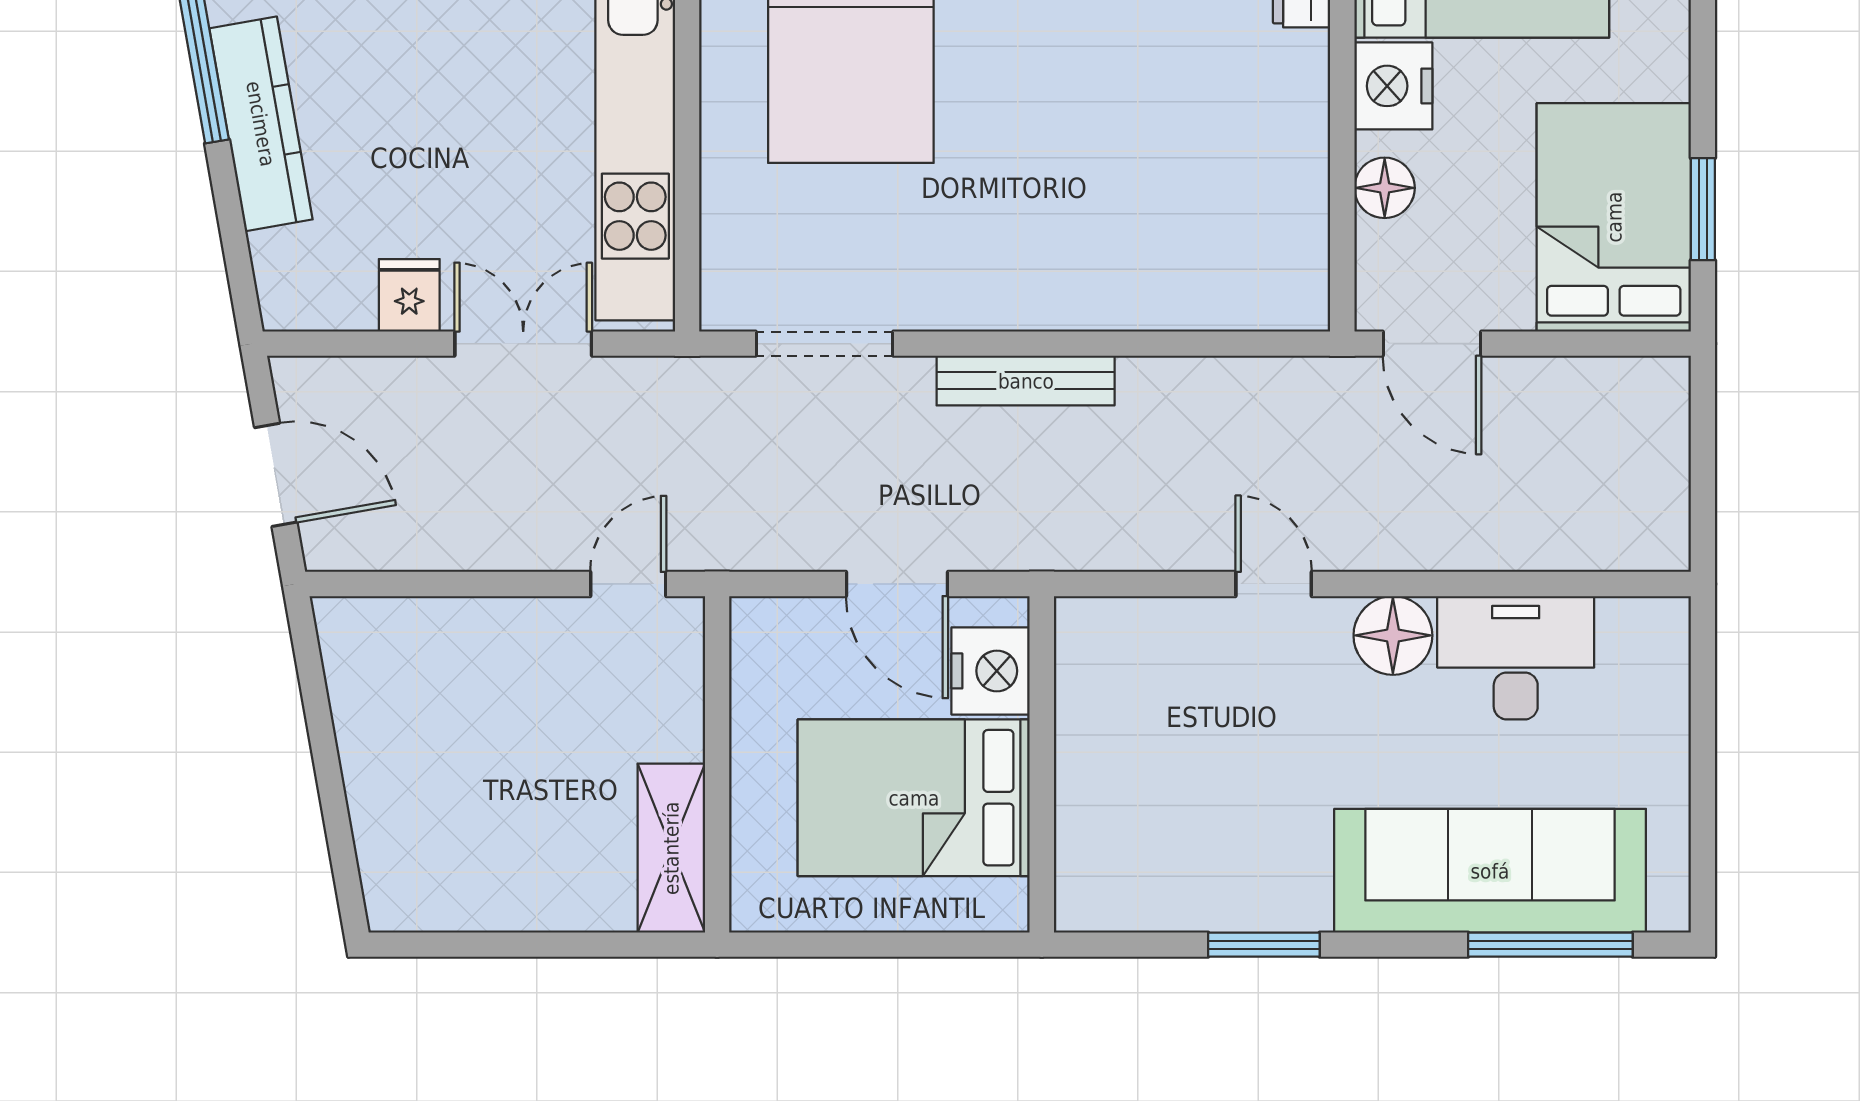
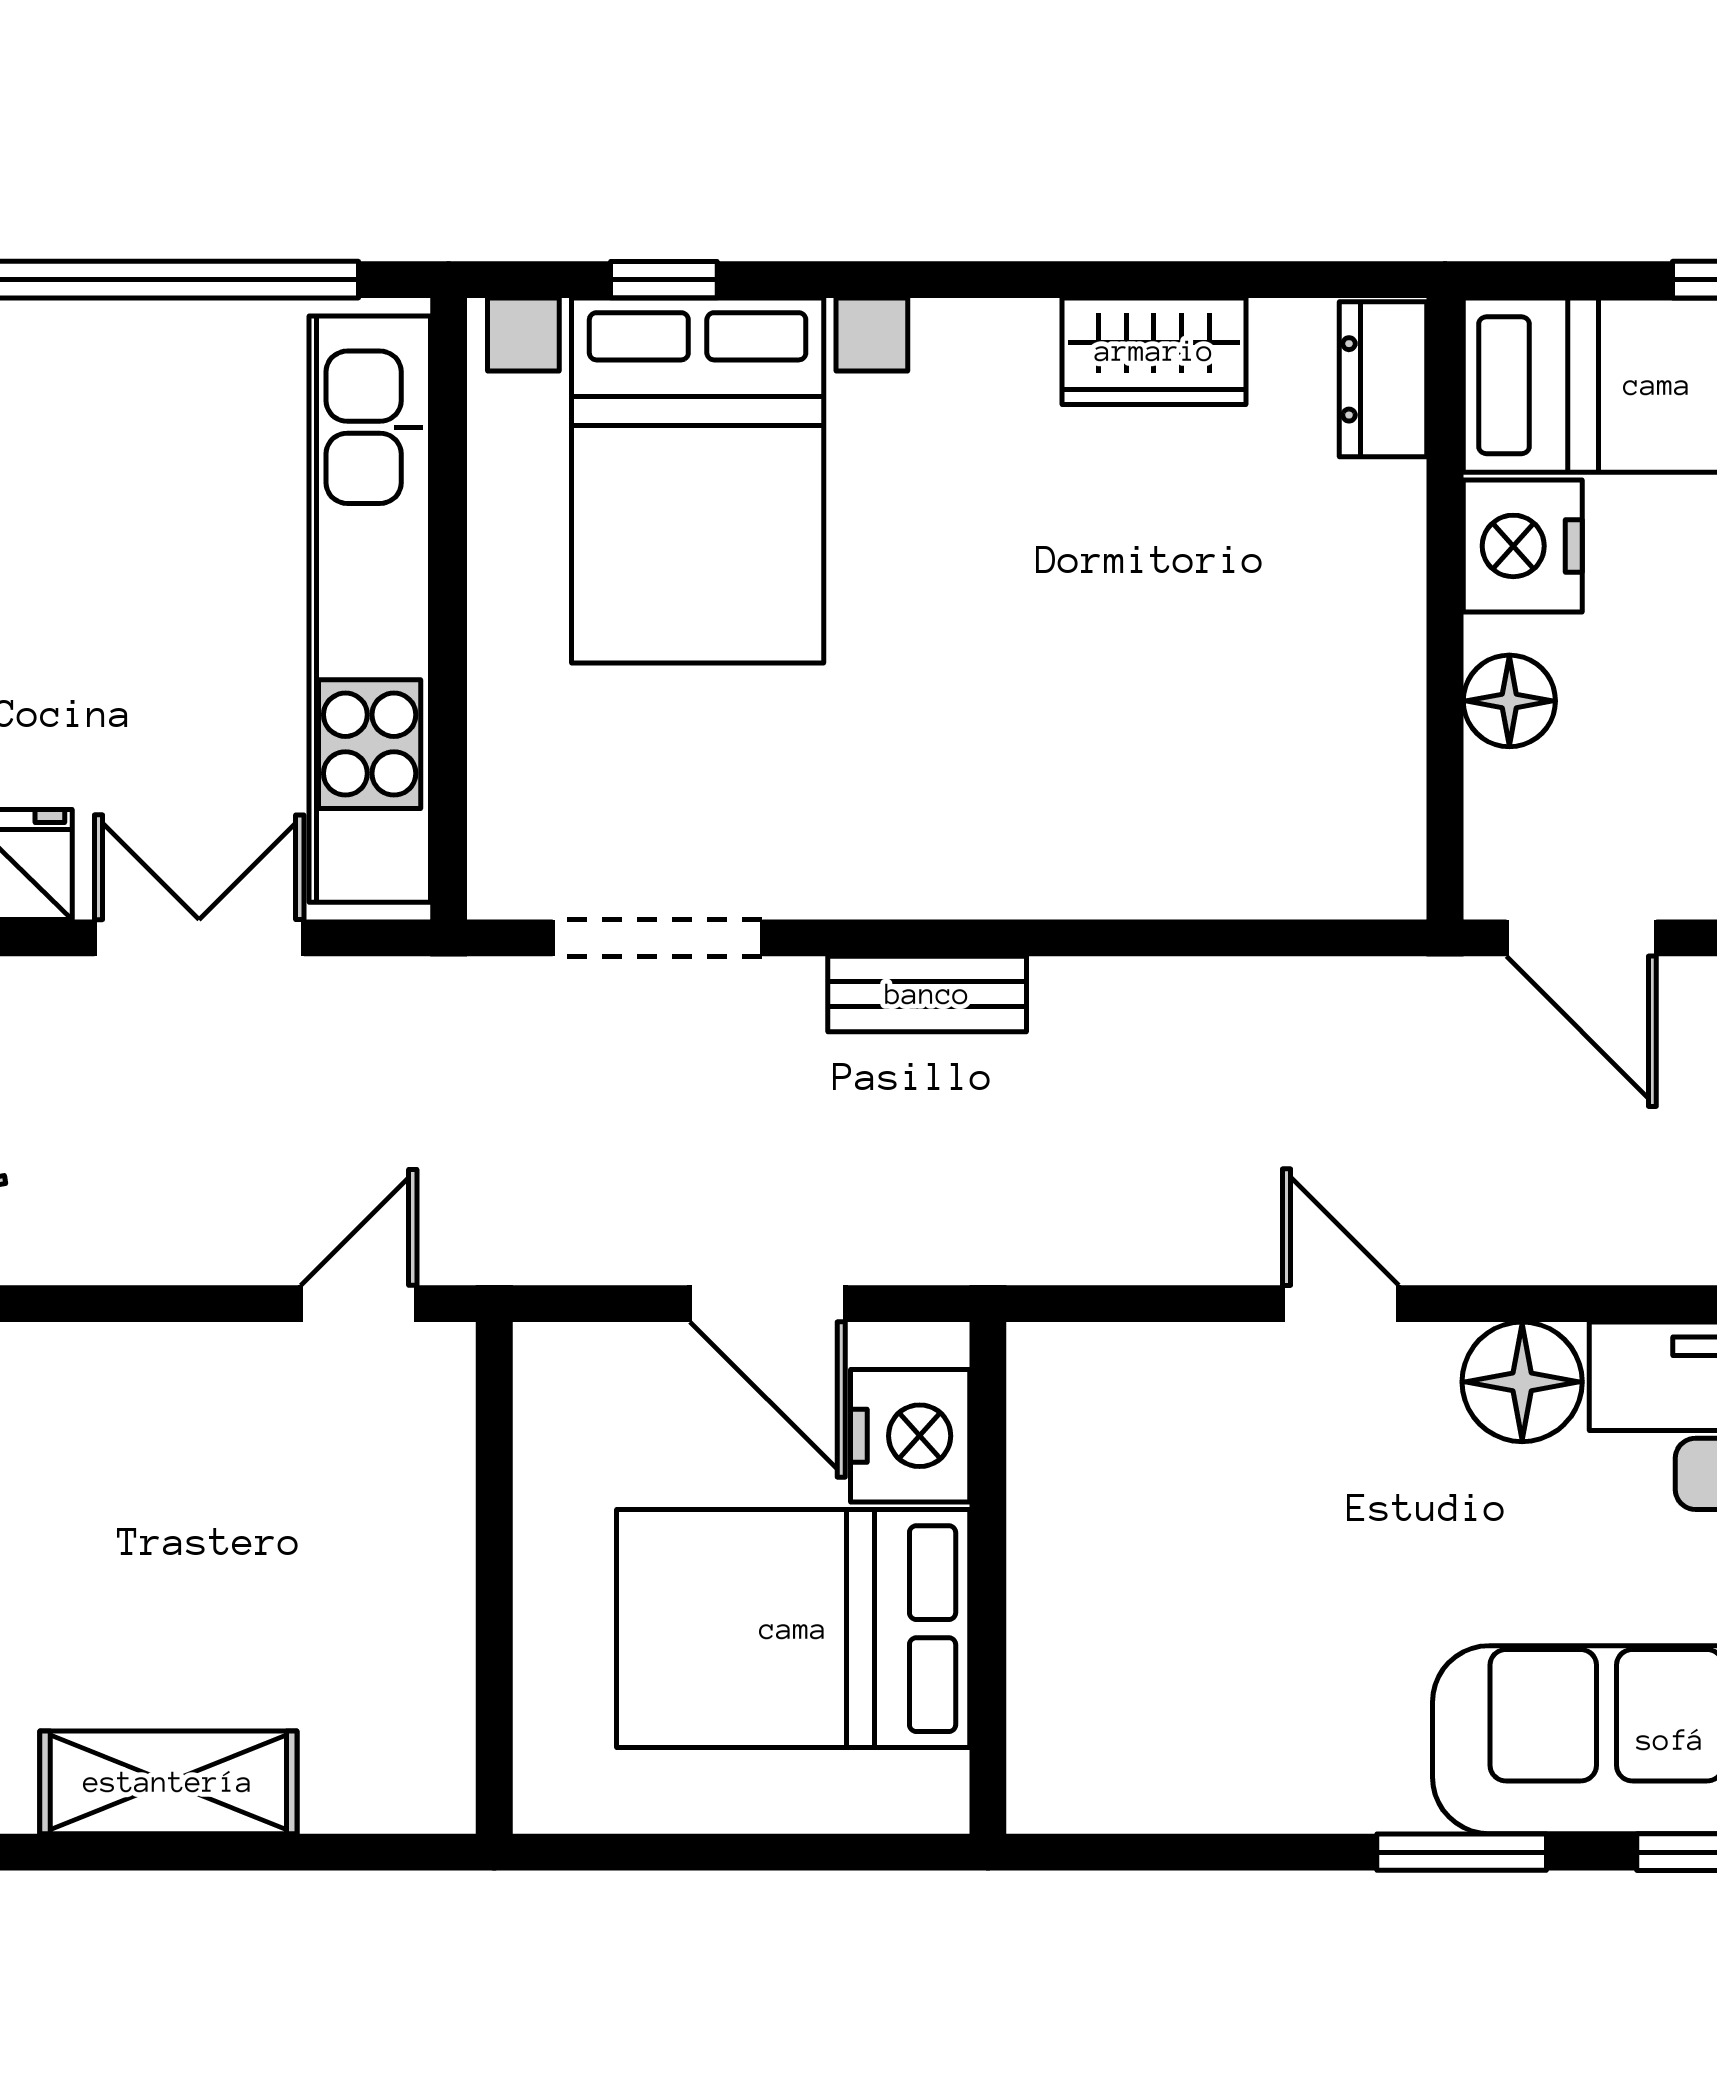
bench: (1026, 381) -> (927, 994), width x0.73
shelving: (671, 848) -> (168, 1782), moved, turned 90
window: (1264, 945) -> (1462, 1852), moved

